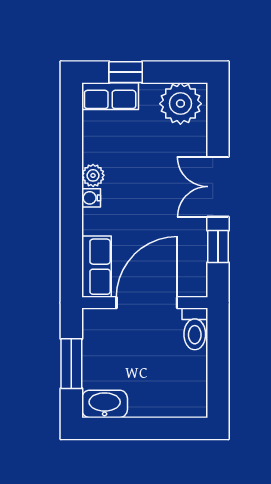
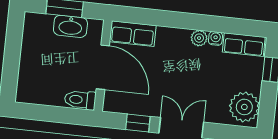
row of seats: (110, 96) -> (244, 45), moved, turned -90
water cooler: (91, 198) -> (215, 38), moved
washbasin: (105, 404) -> (70, 26), moved, turned 90

